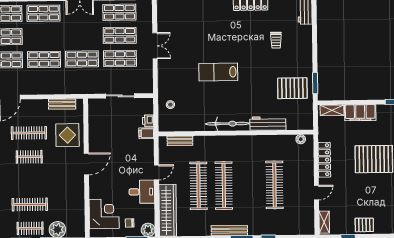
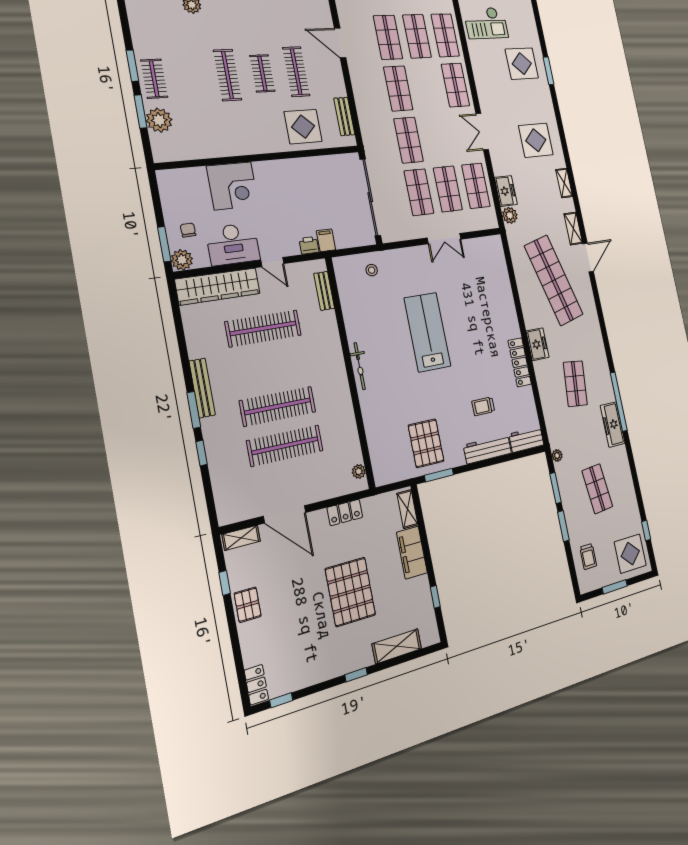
lab bench: (218, 72) -> (427, 332), width x1.36, depth x1.39
sliding door: (120, 96) -> (370, 197), width x1.86
printer: (148, 121) -> (309, 245), moved
workbench: (268, 123) -> (488, 449), moved, turned -90
bicycle: (227, 124) -> (360, 366), width x0.73, depth x0.71
locker: (324, 160) -> (345, 512), width x0.66
door: (86, 164) -> (267, 157), removed
clothes rail: (224, 186) -> (278, 406), moved
desk: (142, 192) -> (233, 244), width x1.37
door: (316, 193) -> (285, 514), width x1.87
clothes rail: (30, 204) -> (227, 75), moved
corner desk: (104, 214) -> (233, 186), moved

